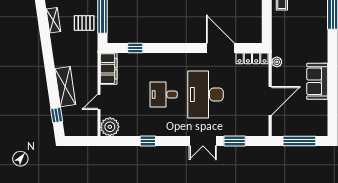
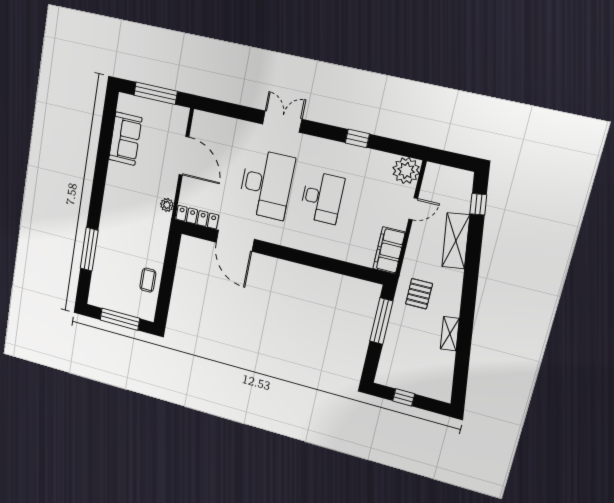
pallet: (84, 23) -> (419, 294), moved, turned 90
window: (135, 48) -> (347, 269), removed
sofa: (317, 81) -> (125, 139), moved
desk: (164, 94) -> (322, 198), width x1.37
door: (270, 101) -> (184, 156), swing flipped
window: (235, 141) -> (240, 112), removed

